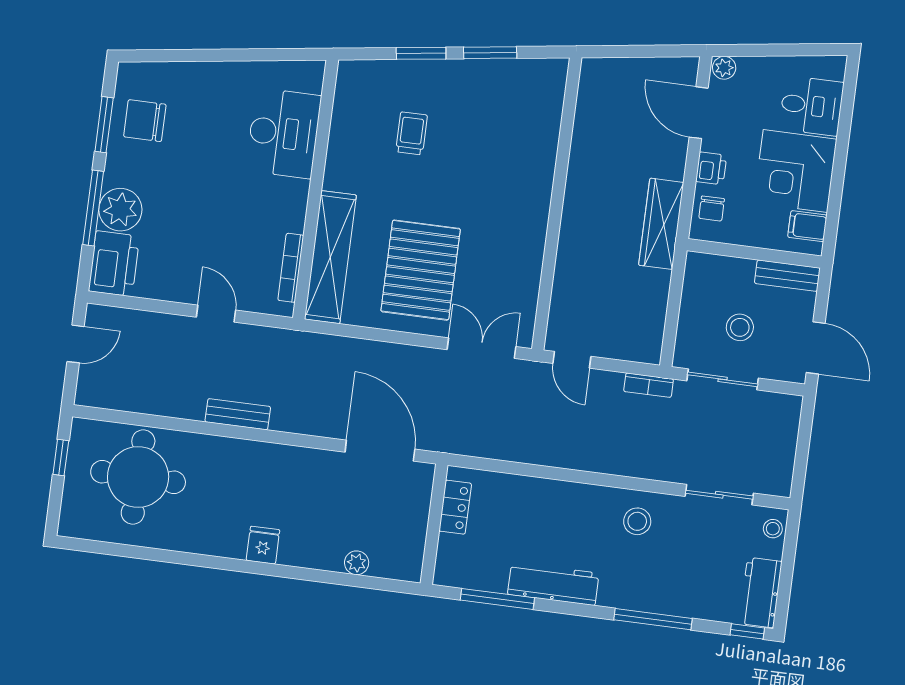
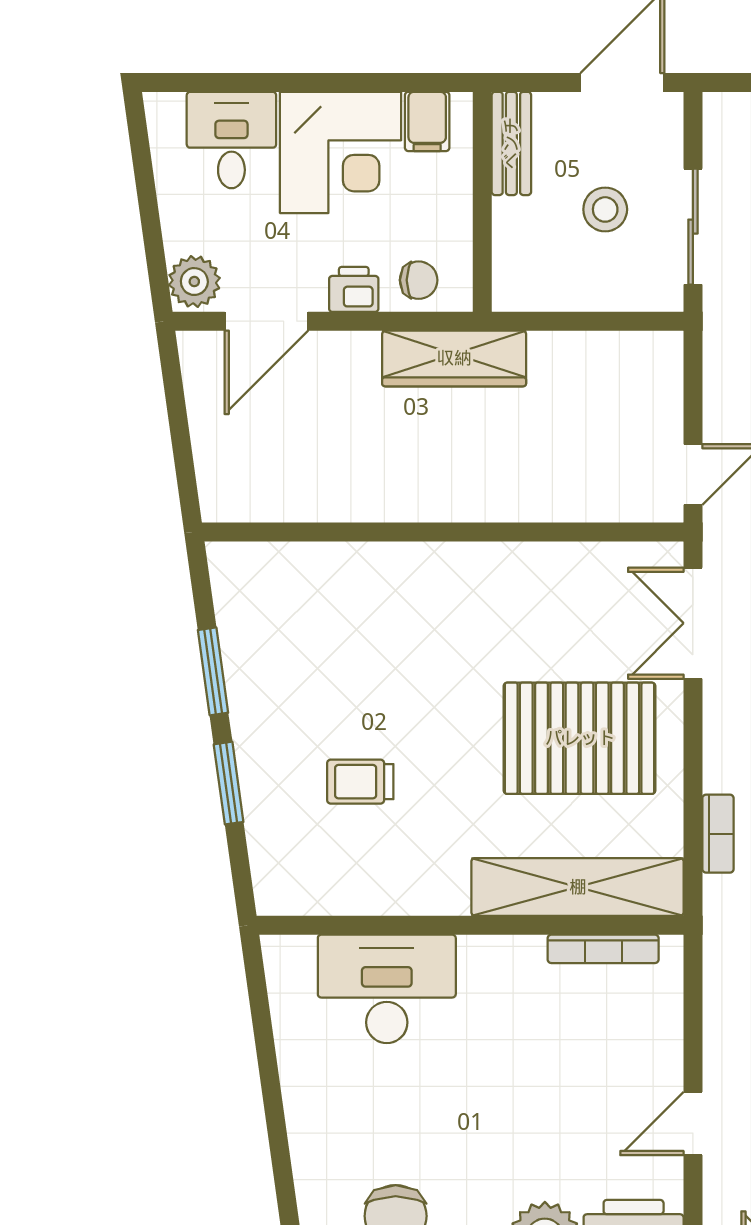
plant: (724, 68) -> (194, 282), width x1.38, depth x1.38
door: (216, 314) -> (693, 1124), moved
bookcase: (649, 385) -> (718, 834), moved

